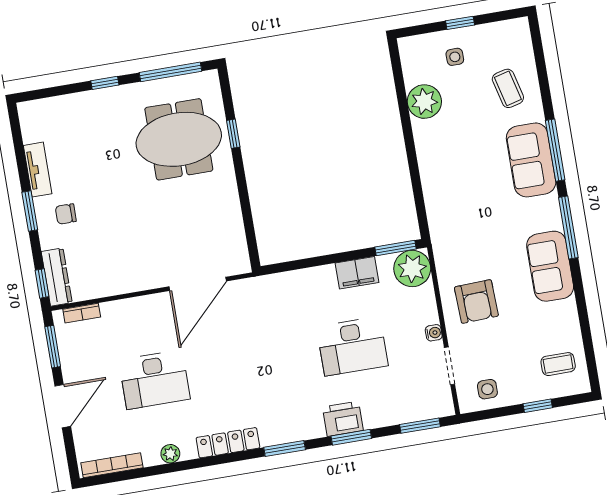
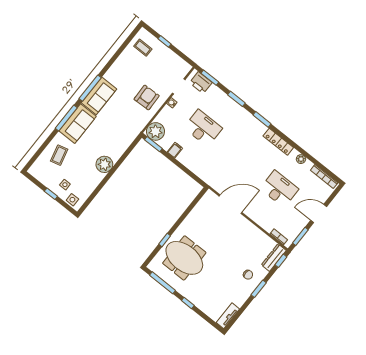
plant: (424, 102) -> (104, 164), moved
tv unit: (38, 170) -> (228, 316), moved
sofa: (550, 266) -> (99, 96), moved
filing cabinet: (357, 273) -> (175, 150), width x0.50
side table: (487, 389) -> (72, 200), moved
printer: (343, 419) -> (201, 83), moved

